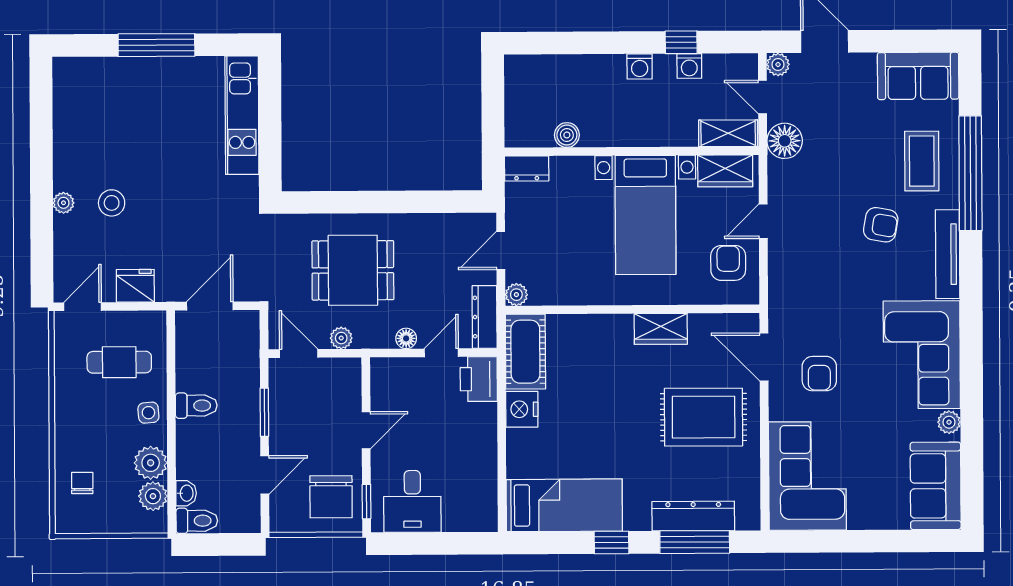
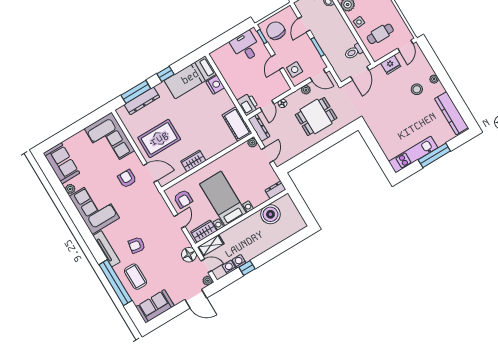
washing machine: (640, 66) -> (229, 267), moved
kitchen counter: (69, 111) -> (451, 113), added
kitchen unit: (242, 115) -> (413, 155), moved, turned -90
boiler: (567, 135) -> (270, 214), width x1.86, depth x1.86
side table: (339, 393) -> (295, 70), added
toilet: (196, 406) -> (354, 52), moved
nightstand: (522, 409) -> (215, 85), moved

